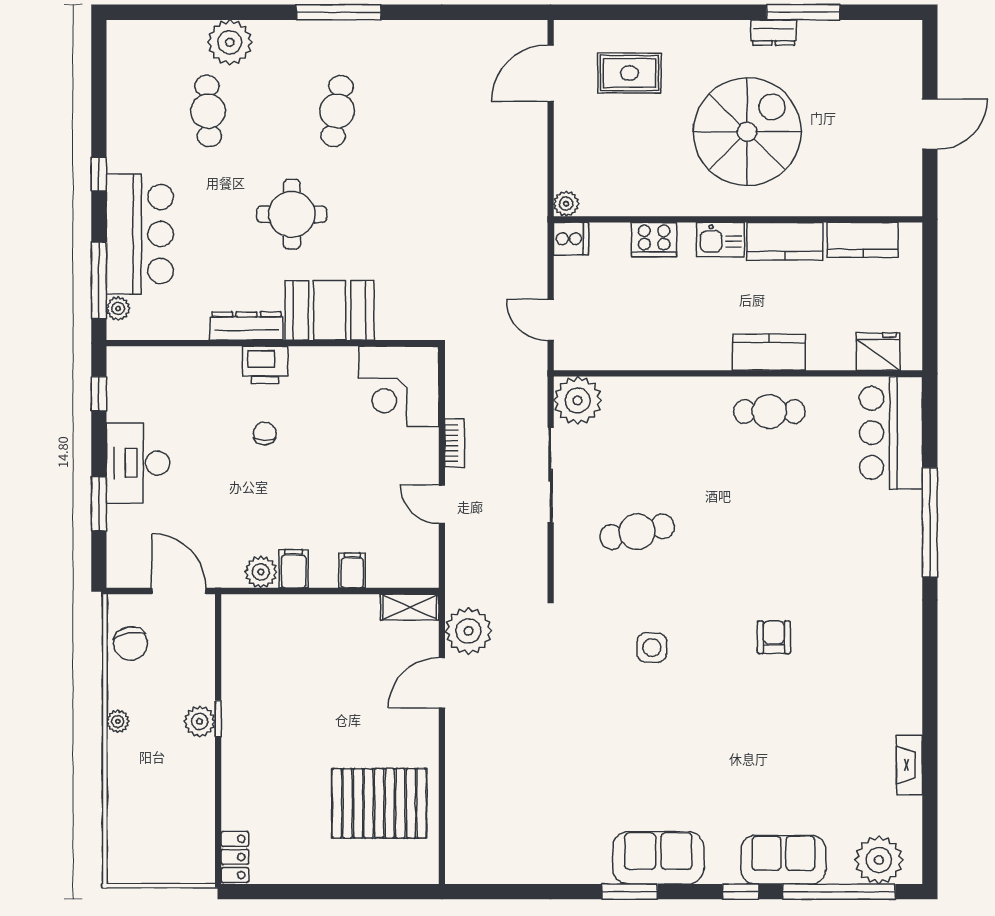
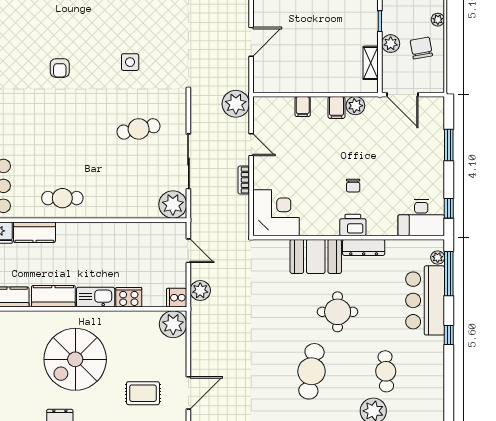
cafe table: (337, 111) -> (311, 371), width x1.37, depth x1.35
plant: (566, 204) -> (173, 324), width x1.87, depth x1.87
kitchen sink: (721, 240) -> (96, 297), width x1.38
plant: (530, 251) -> (200, 291), added
kitchen counter: (769, 352) -> (34, 232), moved
desk: (138, 463) -> (421, 218), moved, turned 90
shelving: (410, 607) -> (371, 63), moved, turned 90
plant: (468, 631) -> (236, 104), moved
chair: (131, 643) -> (421, 48), moved
plant: (200, 721) -> (391, 44), moved

